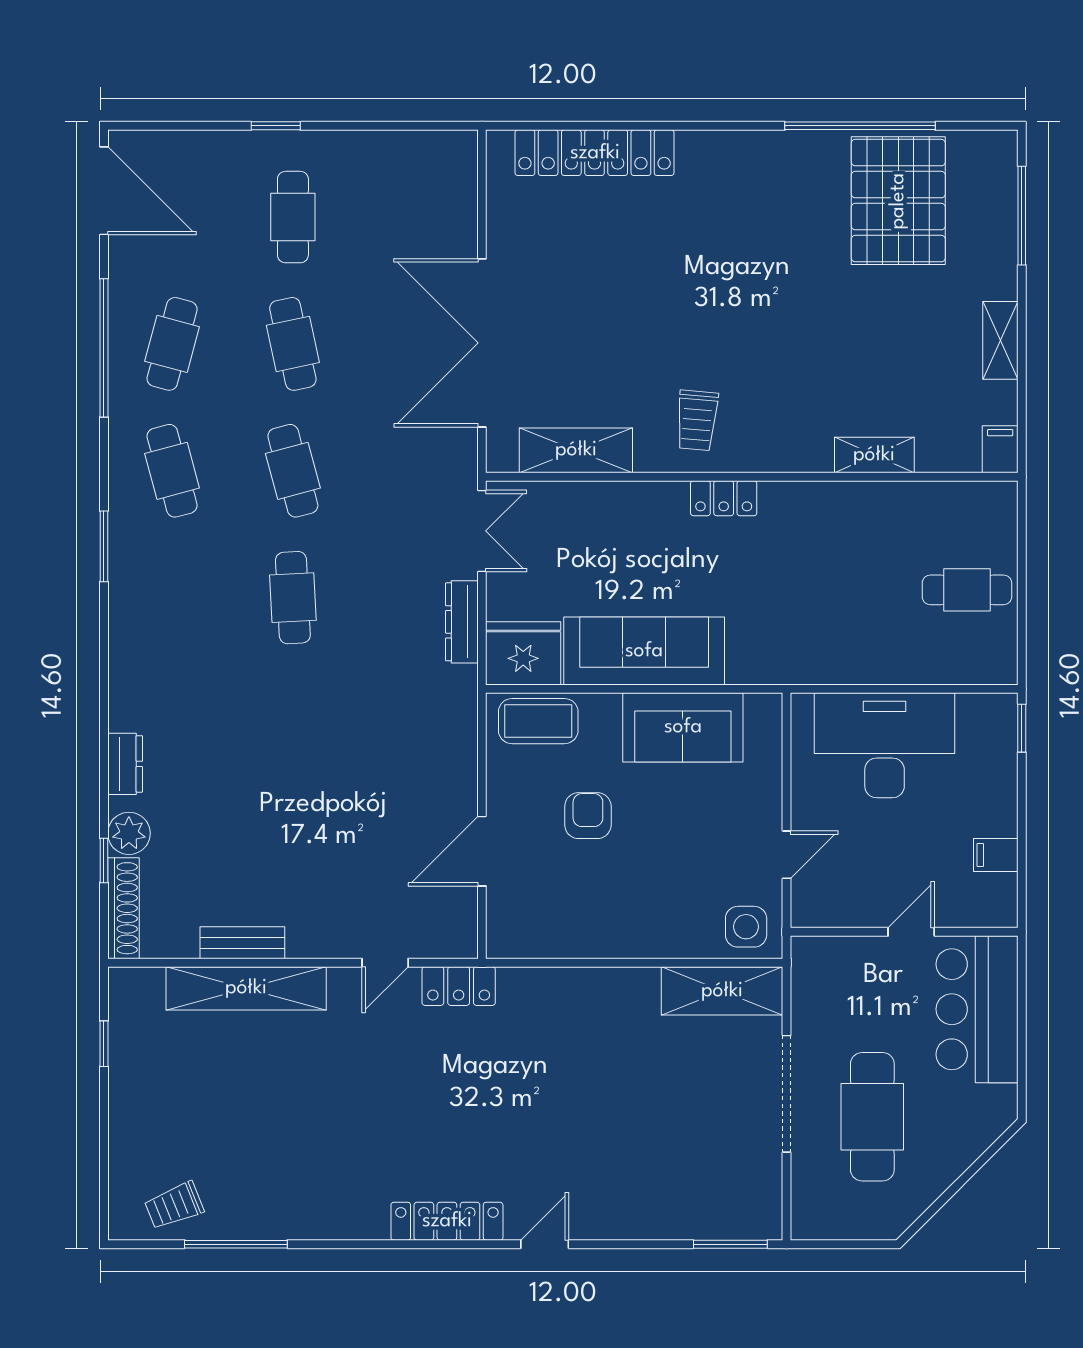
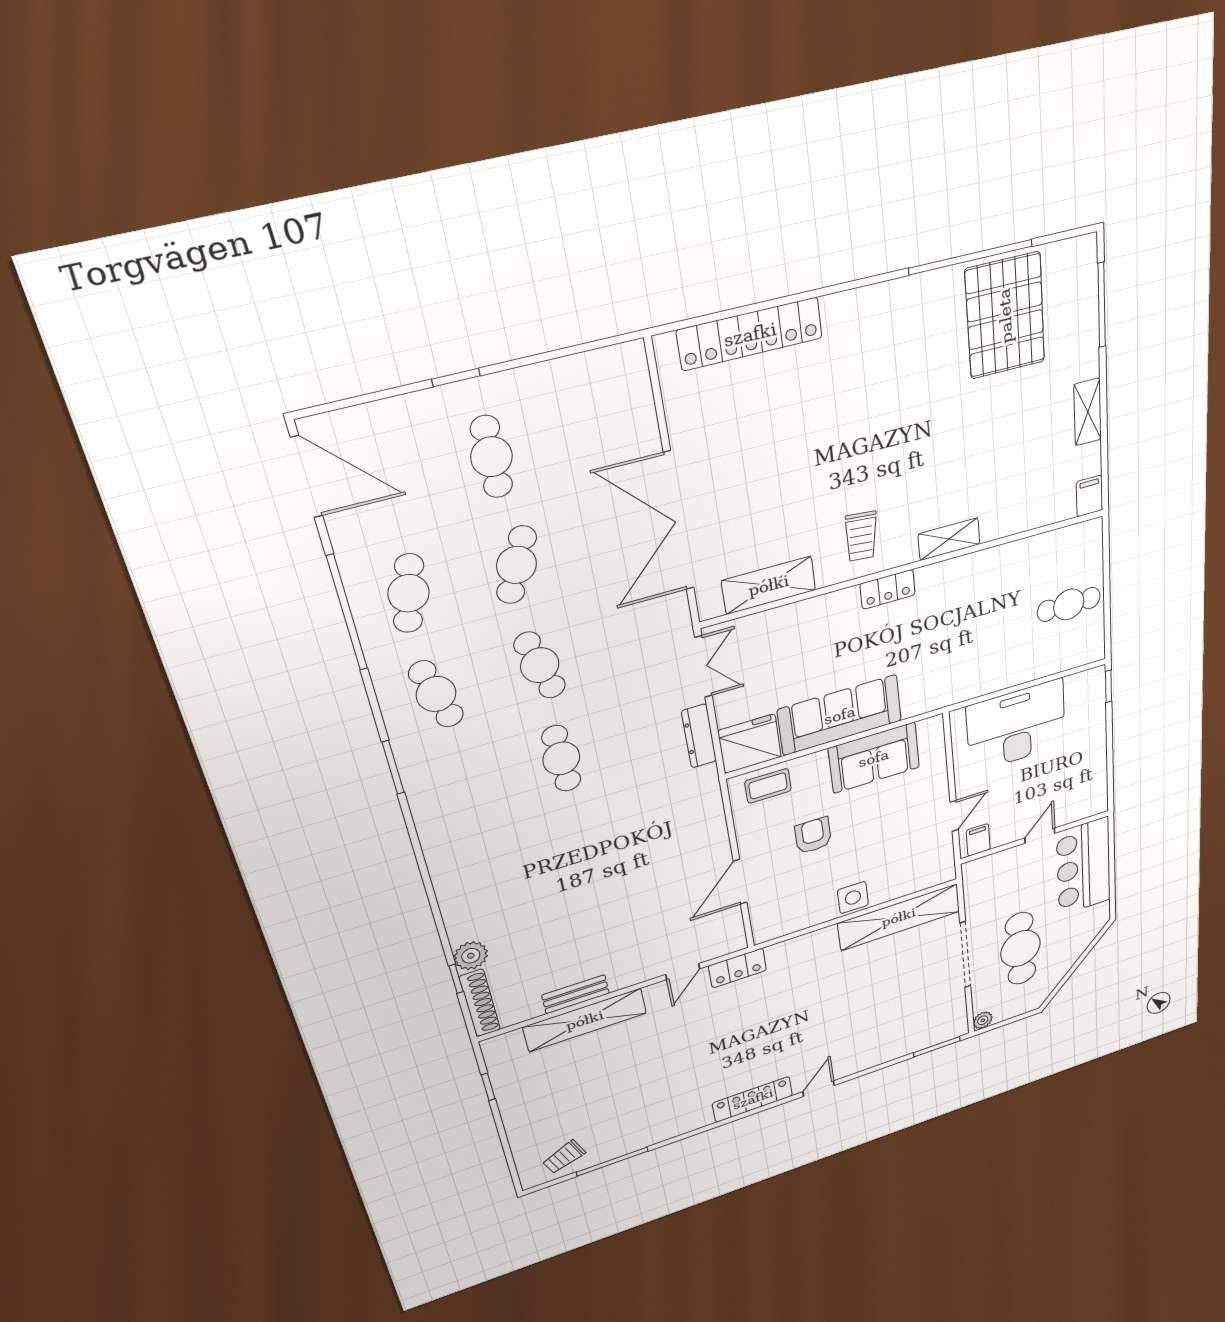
cafe table: (293, 344) -> (517, 565), turned 36
shelving: (874, 455) -> (949, 539), moved
coffee table: (538, 721) -> (768, 786), width x0.73, depth x0.77
dresser: (125, 764) -> (455, 912), removed
filing cabinet: (996, 855) -> (978, 840), moved, turned 90
side table: (746, 927) -> (853, 898), moved
shelving: (722, 991) -> (899, 917), width x1.47
plant: (806, 1225) -> (983, 1020), added

